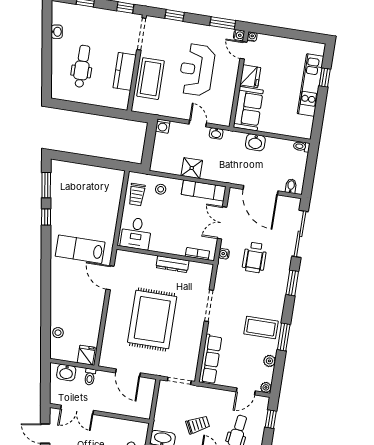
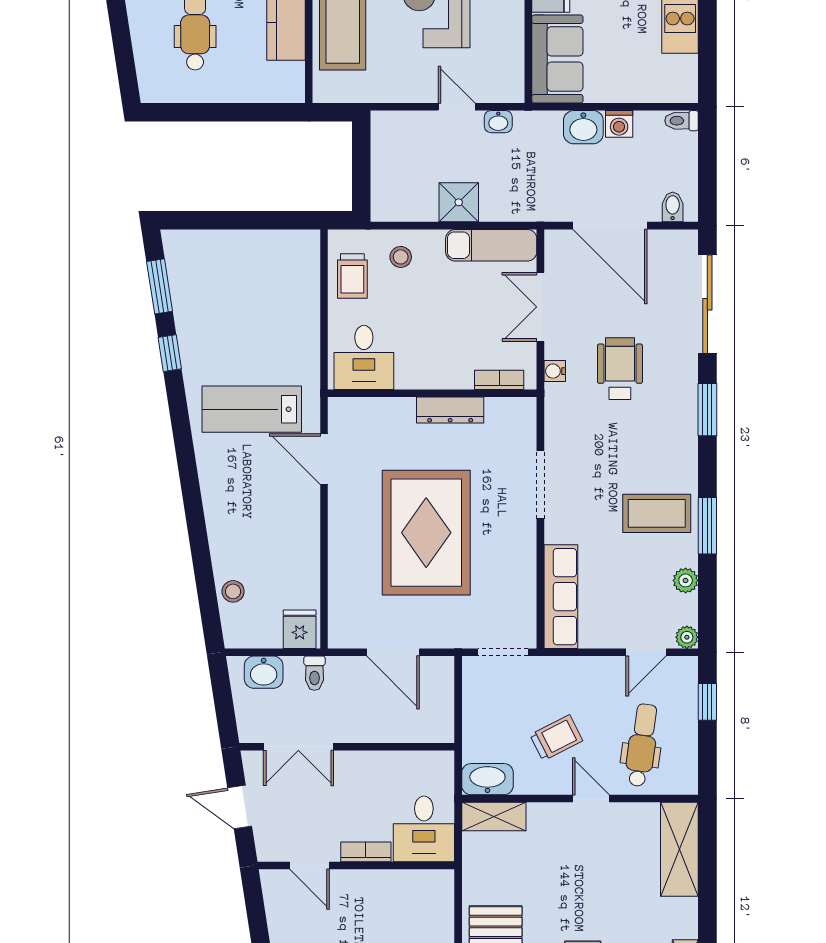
washing machine: (163, 126) -> (619, 124), moved
wheelchair: (255, 257) -> (620, 369), turned 180

